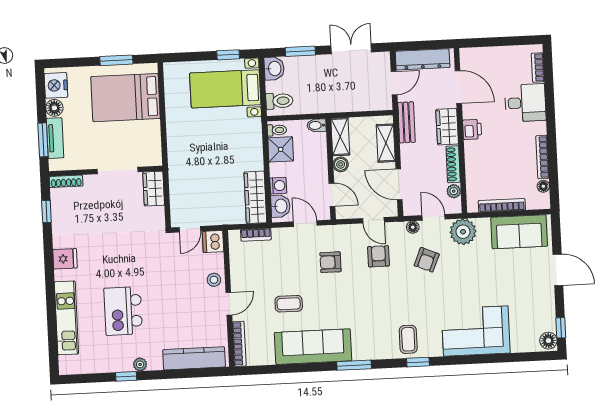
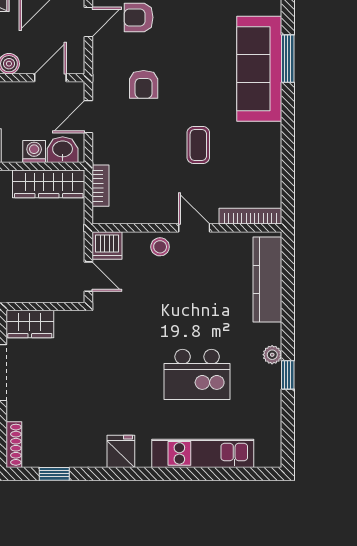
sofa: (313, 347) -> (259, 69), moved

